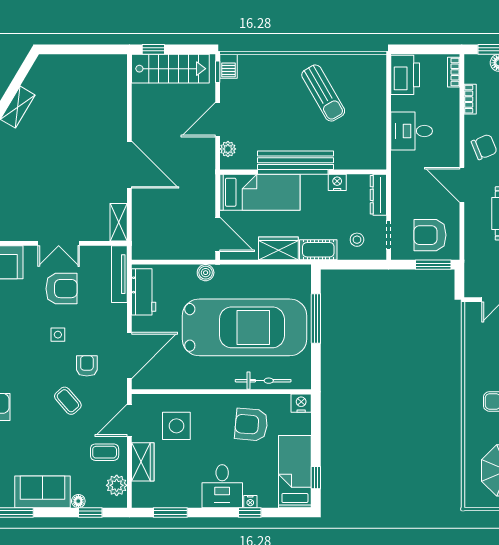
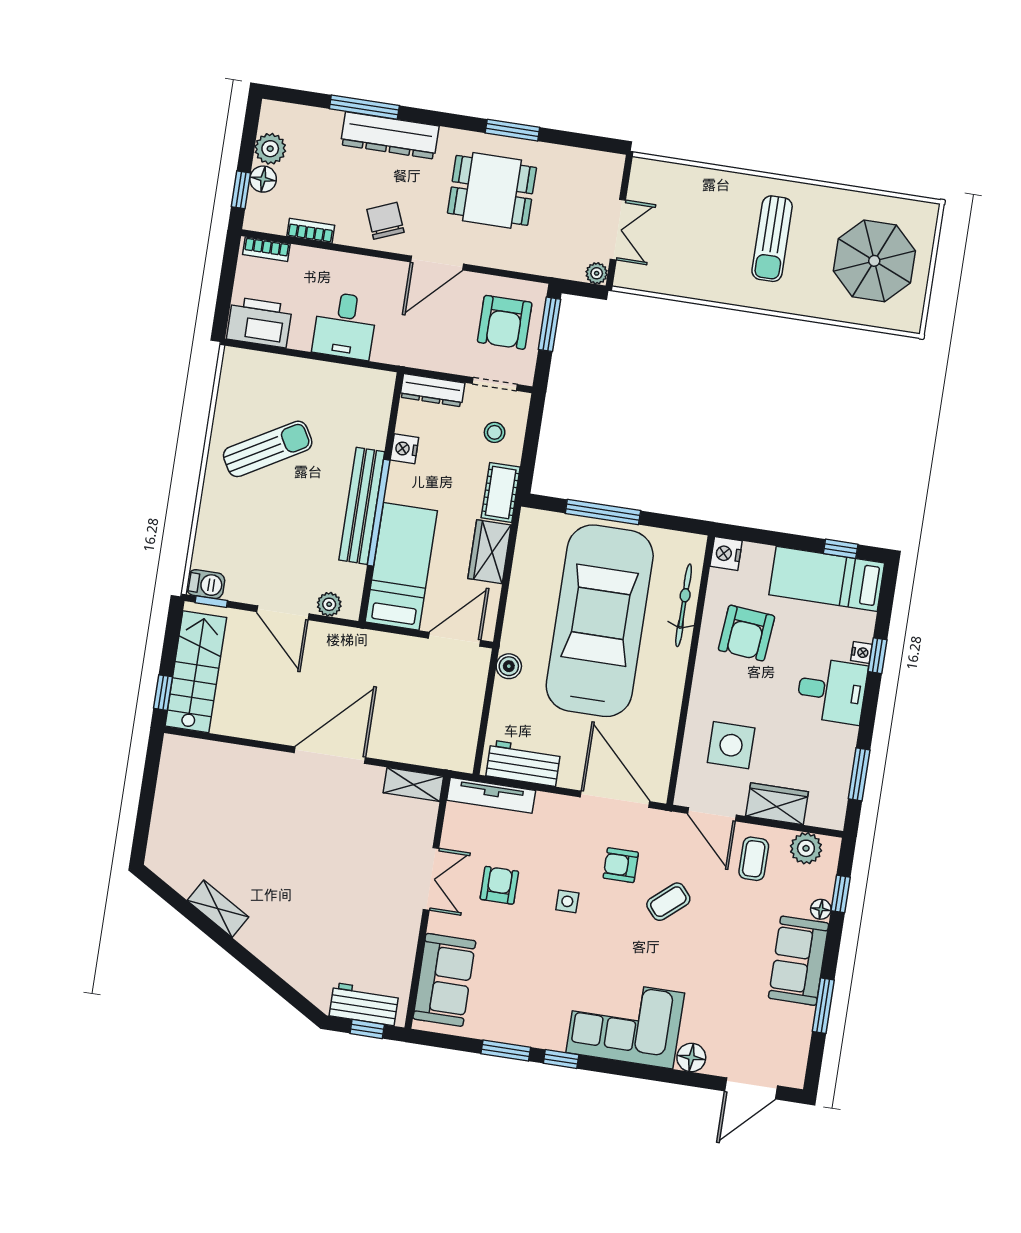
armchair: (61, 289) -> (499, 885), width x0.72, depth x0.72
plant: (471, 290) -> (597, 273), added

